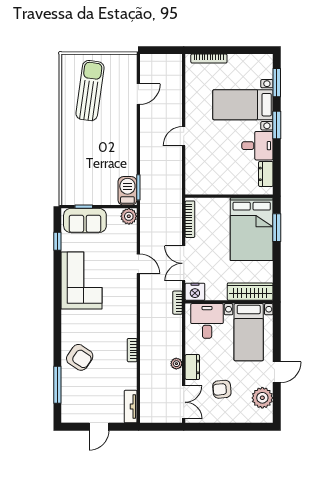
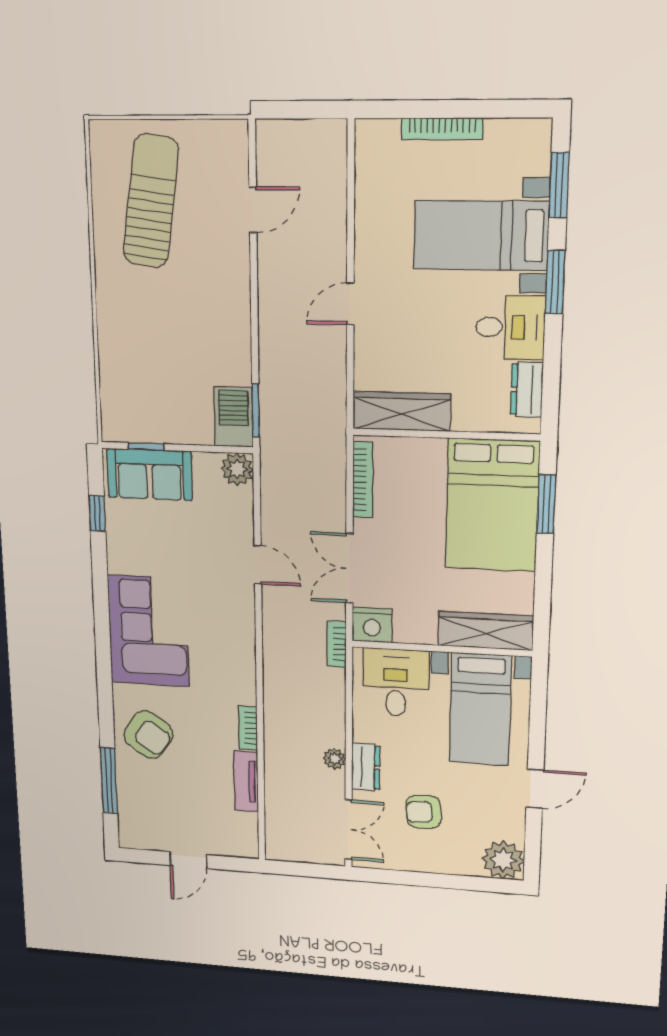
bookcase: (209, 59) -> (442, 129), moved
wardrobe: (208, 186) -> (402, 411), added
corner sofa: (82, 280) -> (148, 631), moved
plant: (262, 398) -> (503, 860), moved
tv unit: (131, 407) -> (246, 781), moved

